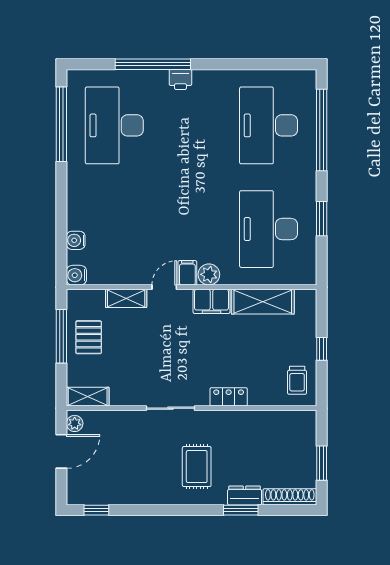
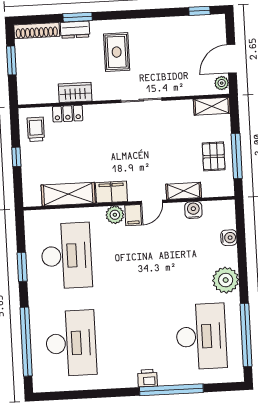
plant: (82, 190) -> (226, 280), added
water cooler: (76, 275) -> (193, 210), moved, turned -90
locker: (229, 397) -> (68, 114), moved
wardrobe: (248, 421) -> (75, 92), added

